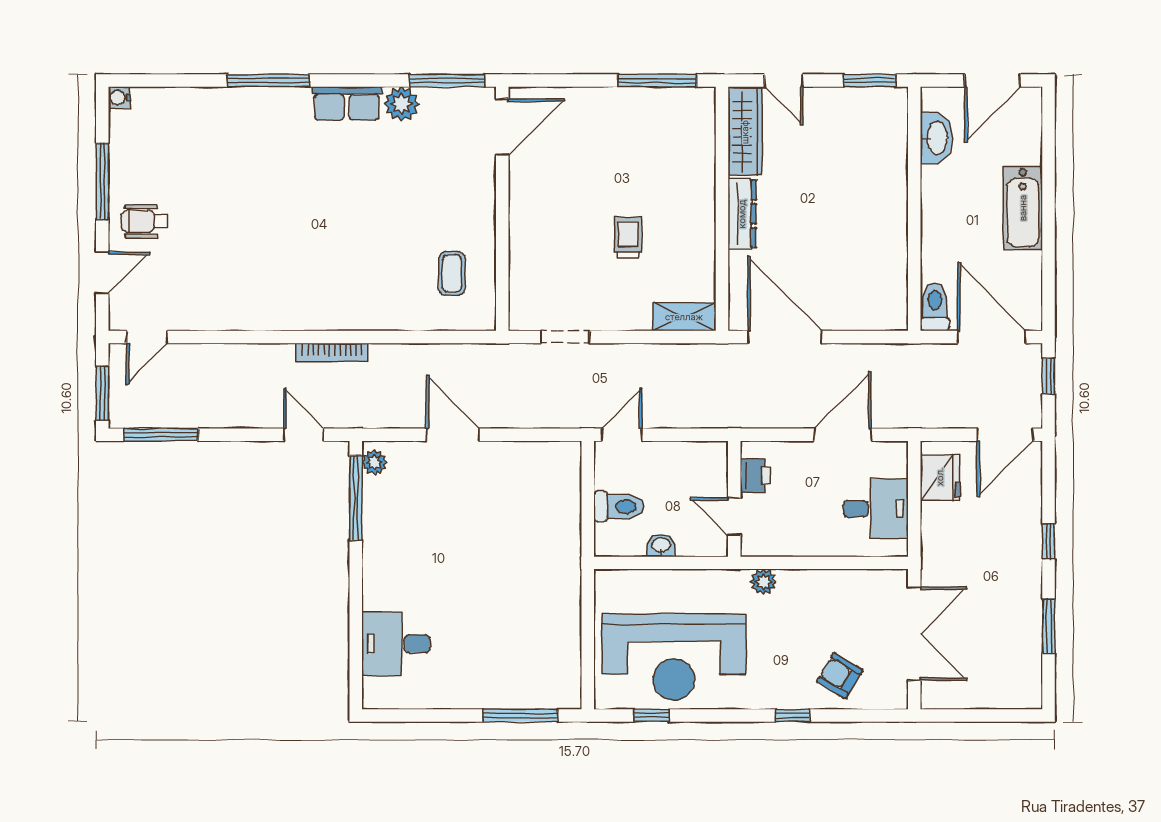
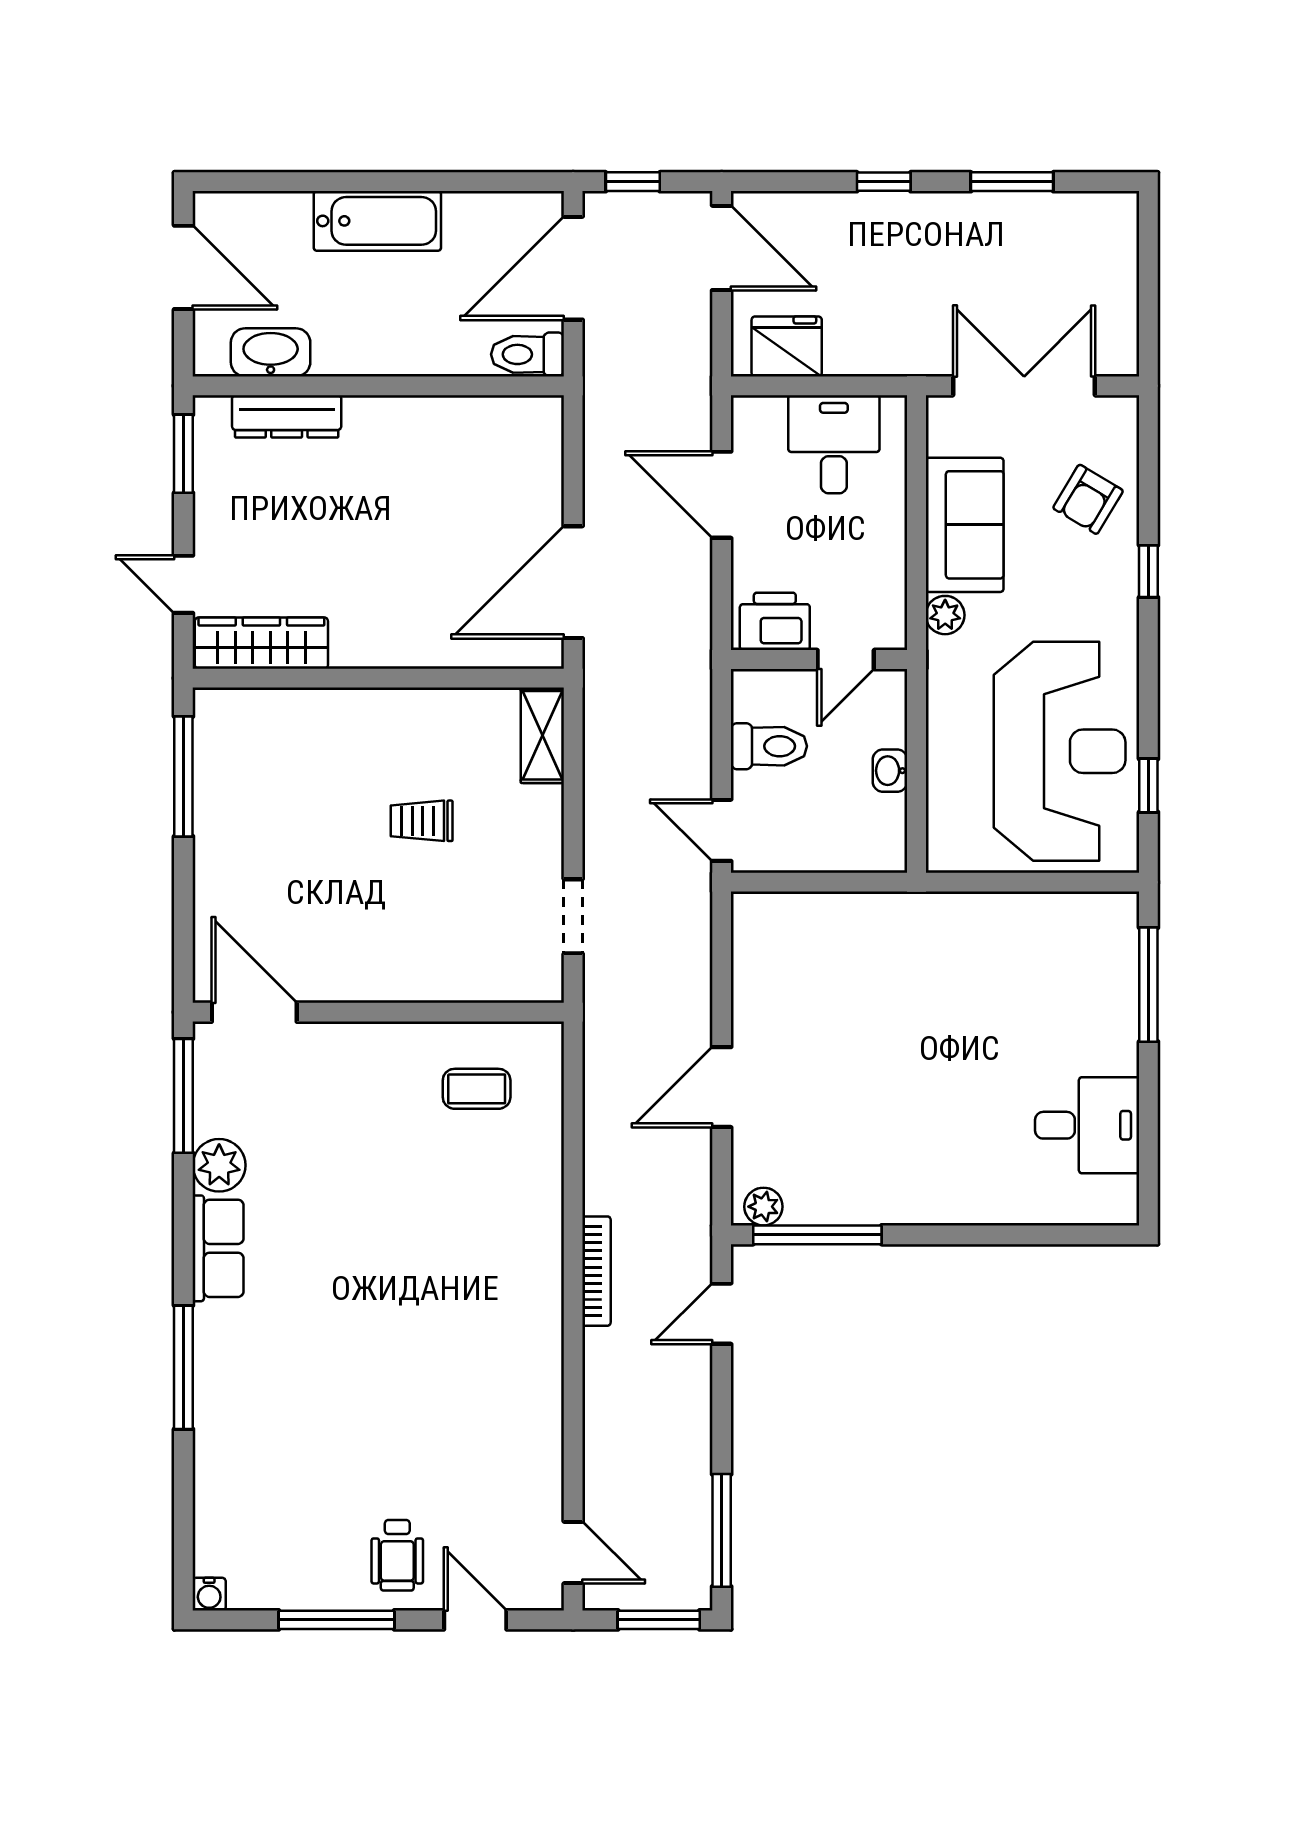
door: (784, 81) -> (183, 584), swing flipped
dresser: (742, 214) -> (287, 416), moved, turned 180
printer: (756, 476) -> (775, 621), width x1.36, depth x1.24
toilet: (619, 506) -> (769, 746), moved, turned 90
sofa: (823, 595) -> (965, 525), added
desk: (396, 644) -> (1087, 1125), moved, turned -90

